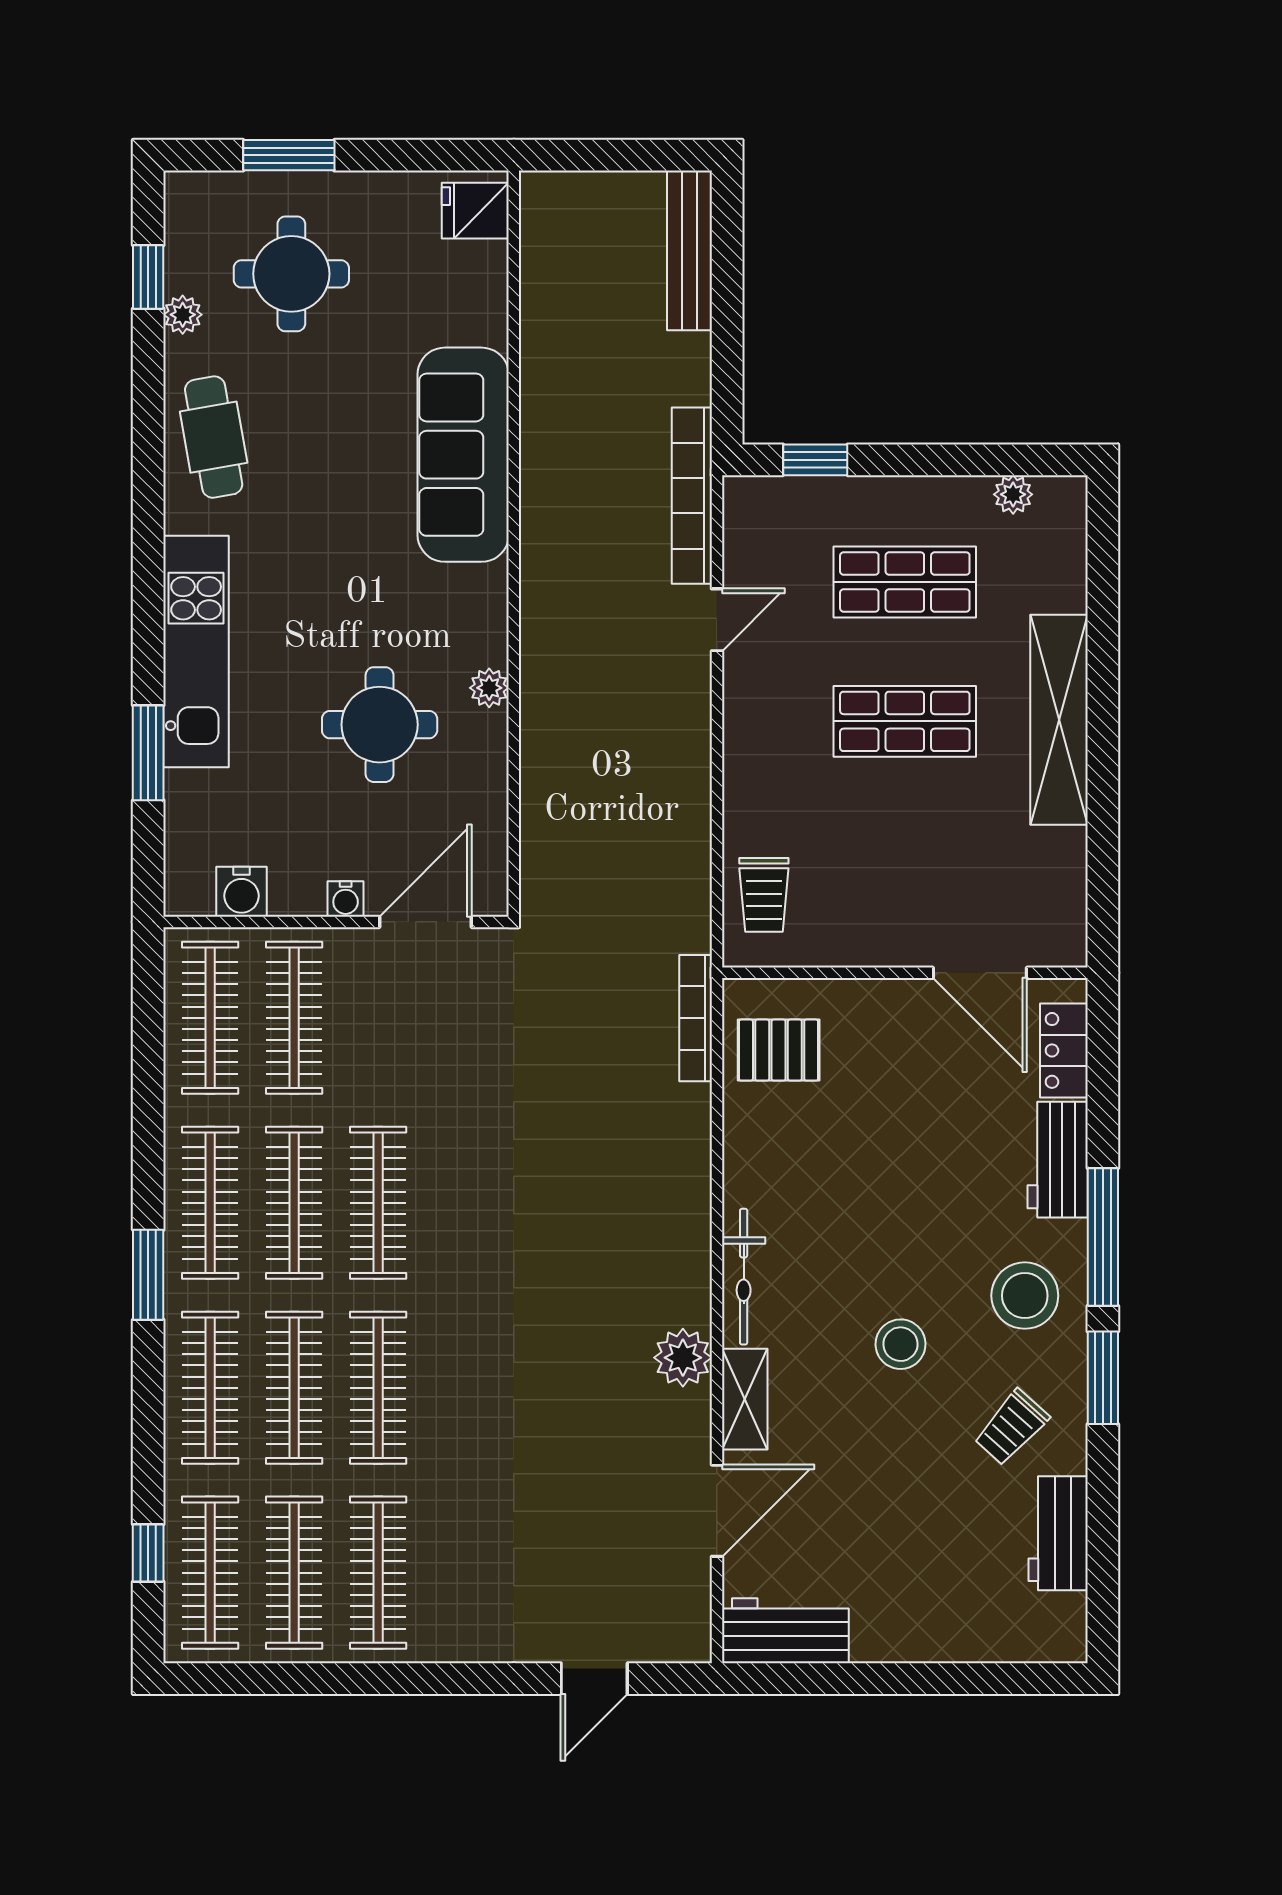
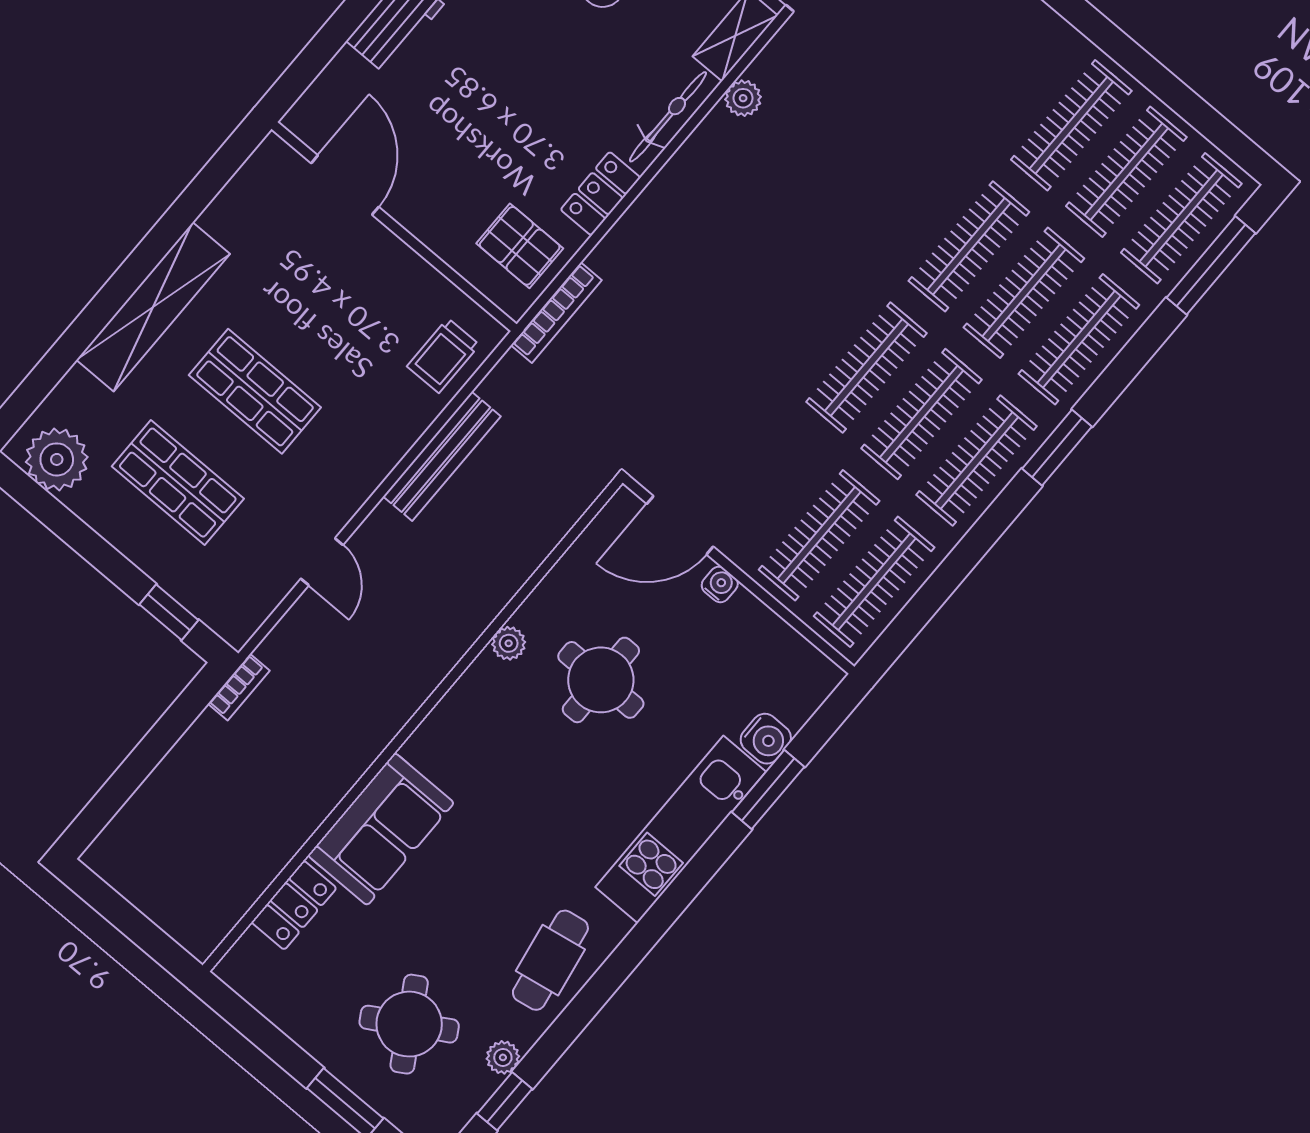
fridge: (475, 211) -> (254, 964), removed
bench: (689, 250) -> (442, 456), moved
round table: (291, 274) -> (409, 1024), turned -31
locker: (483, 293) -> (294, 905), added
sofa: (463, 455) -> (381, 829), width x0.73
plant: (1013, 494) -> (57, 459), width x1.88, depth x1.88
bookcase: (692, 496) -> (239, 687), width x0.43, depth x0.76
door: (717, 620) -> (322, 562), swing flipped
water cooler: (241, 892) -> (766, 739), moved, turned 90
trolley: (764, 895) -> (443, 356), turned 180
locker: (1064, 1050) -> (601, 194), moved, turned 180
plant: (683, 1358) -> (743, 98), width x0.73, depth x0.73
window: (148, 1553) -> (1211, 265), width x2.17

